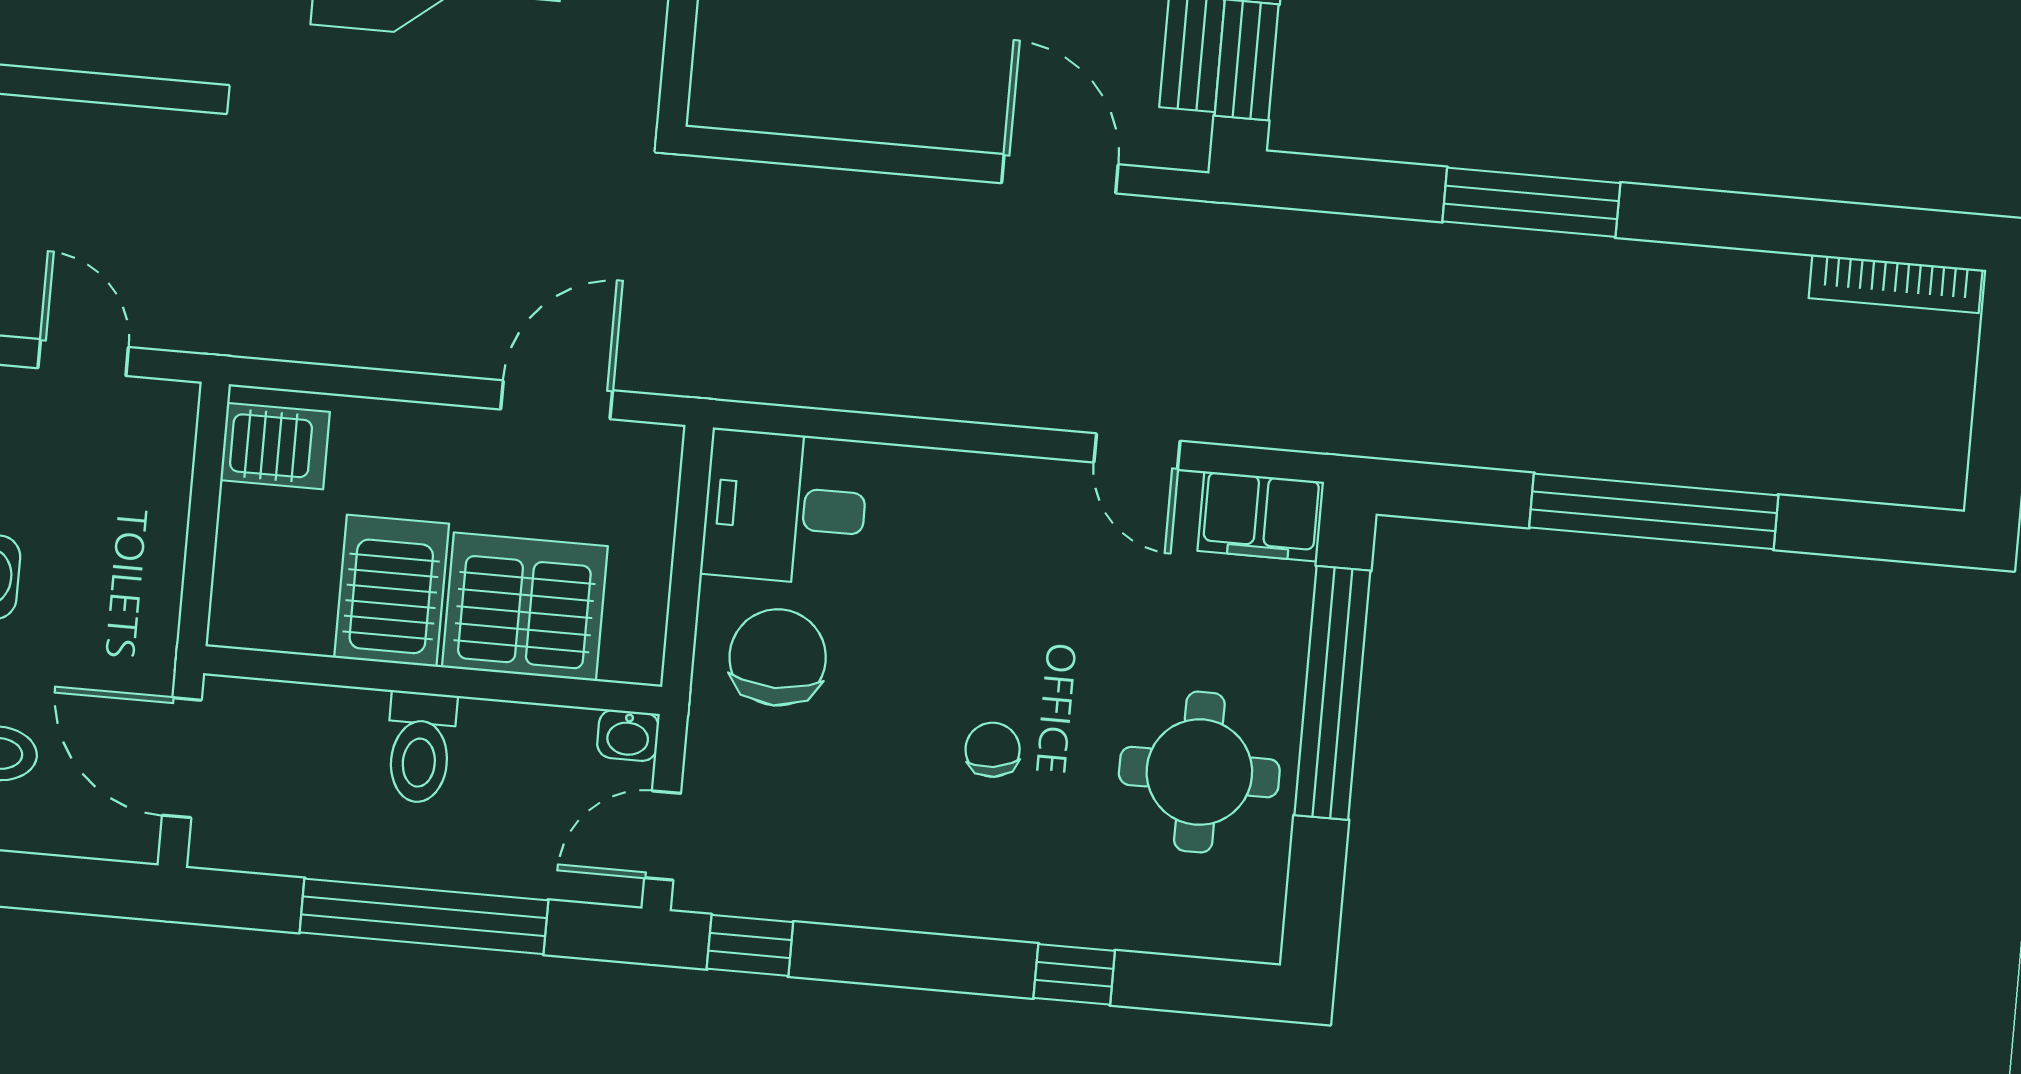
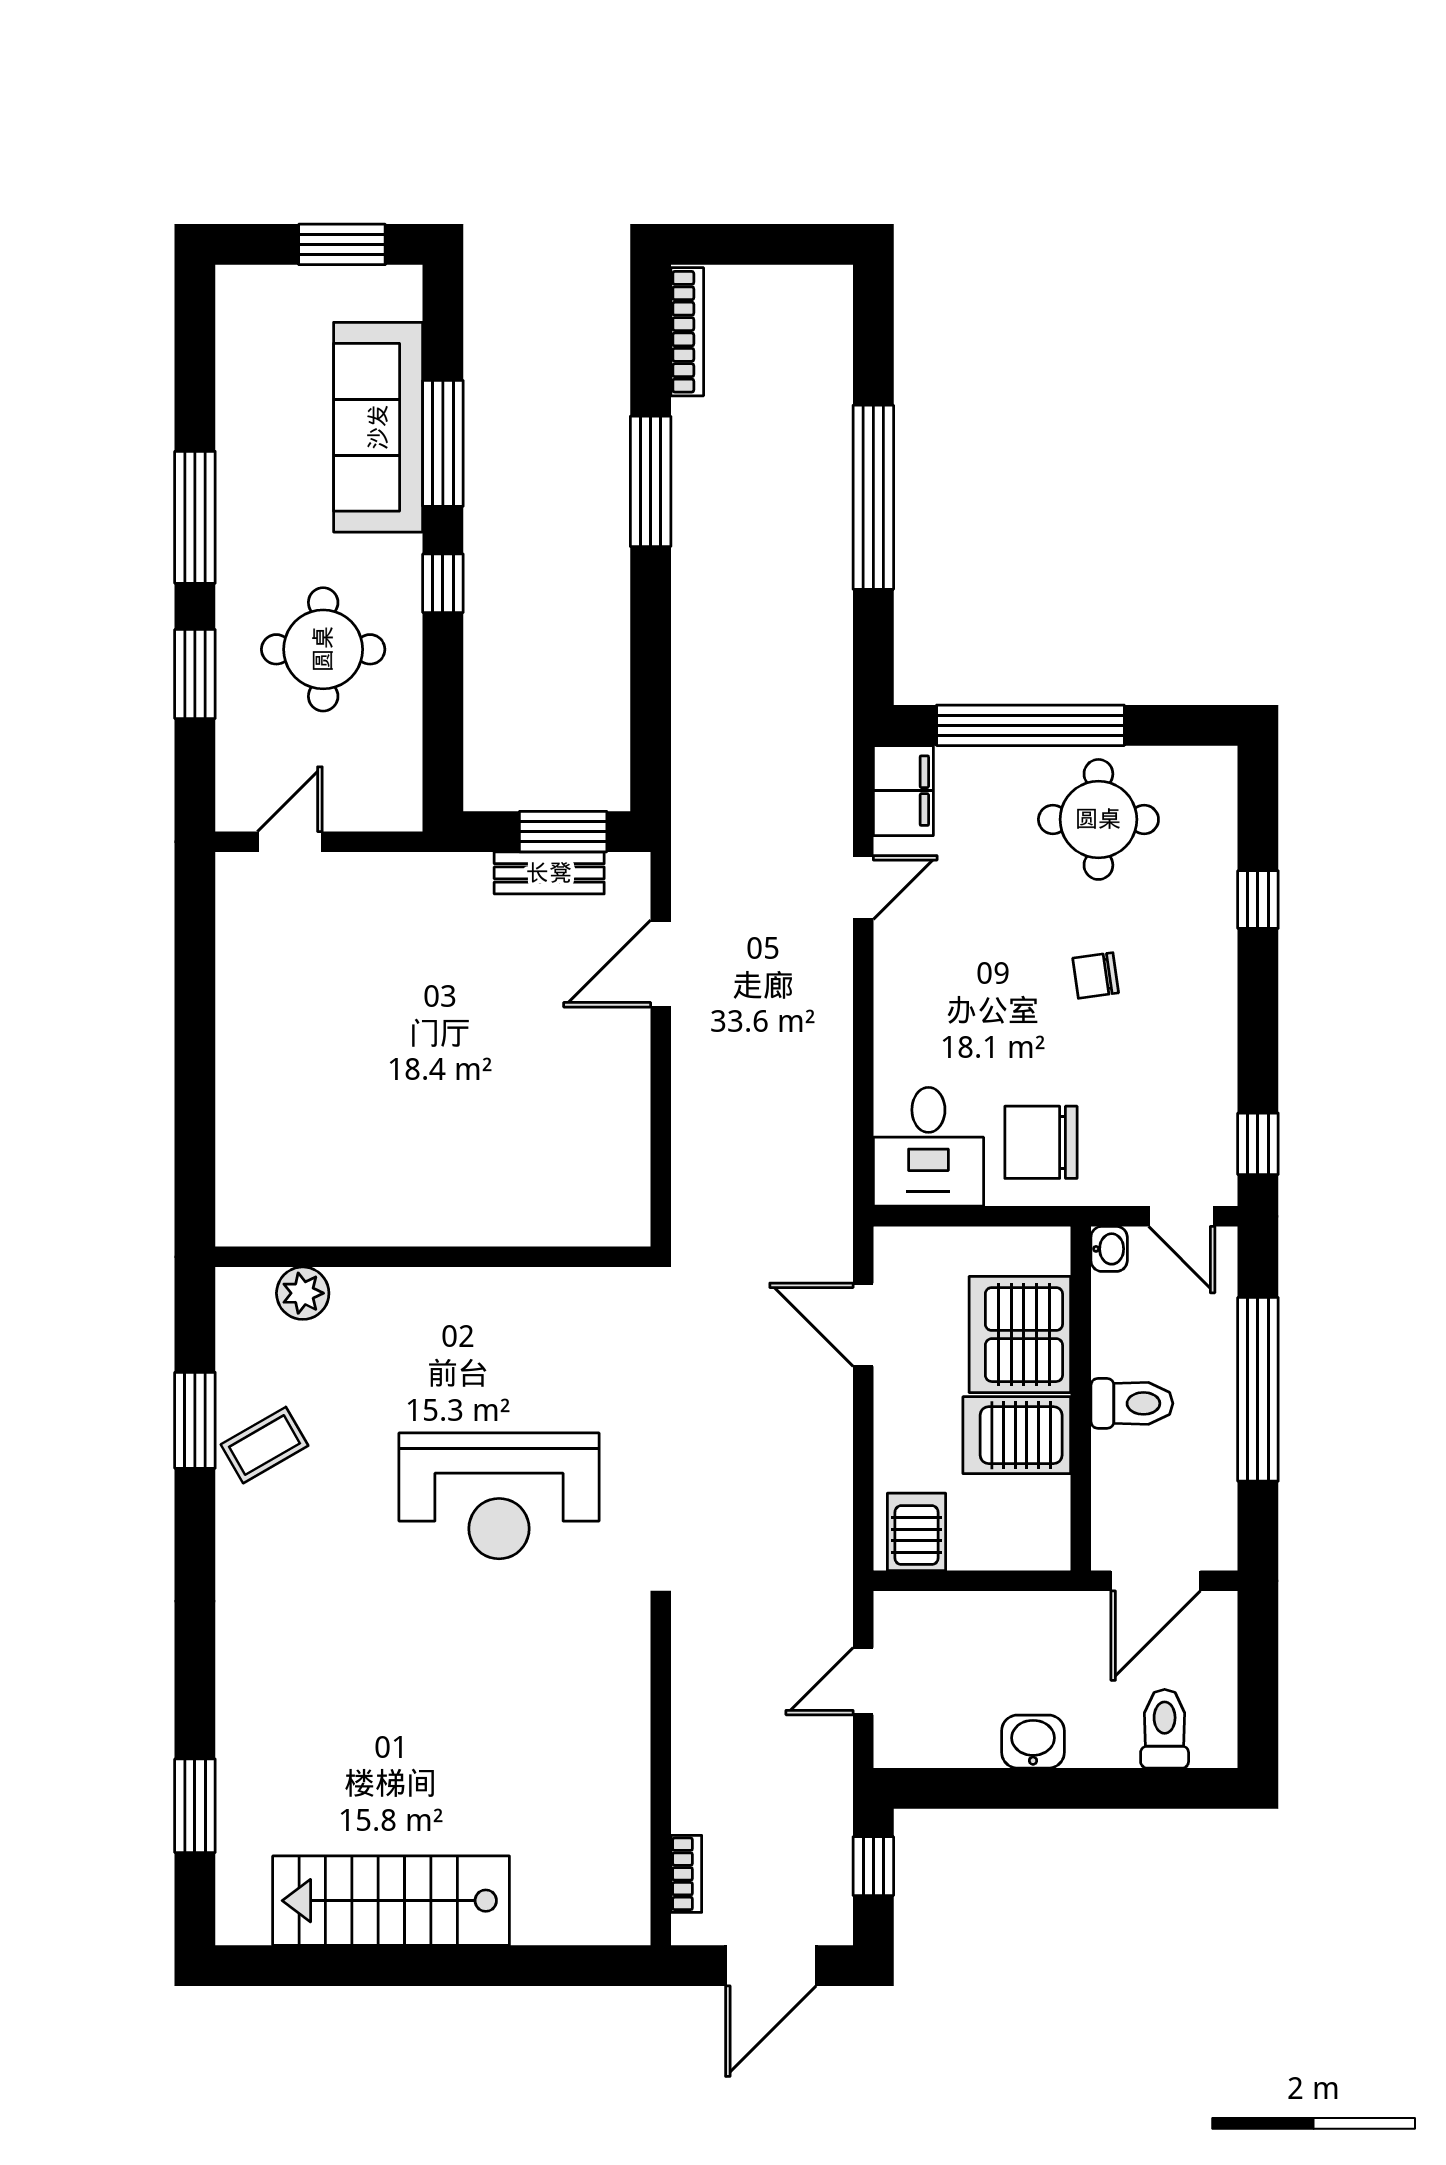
window: (1531, 202) -> (651, 481), moved

